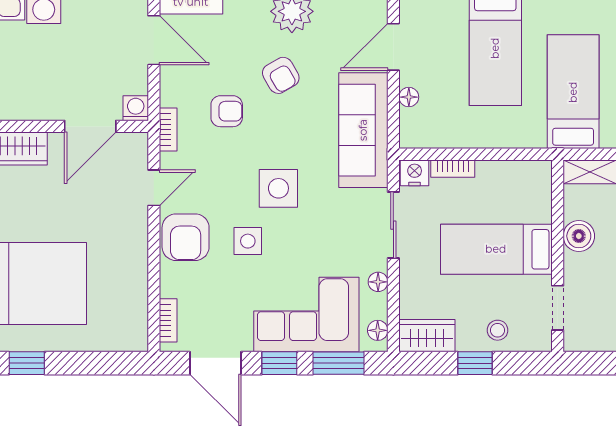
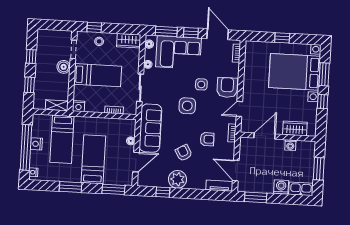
washing machine: (136, 108) -> (290, 145), moved
armchair: (227, 111) -> (207, 139), turned 180
nightstand: (415, 173) -> (79, 106), moved
boiler: (579, 236) -> (64, 67), moved
window: (27, 363) -> (282, 38), moved
window: (475, 363) -> (94, 27), moved

